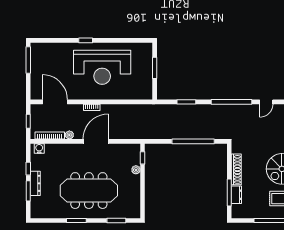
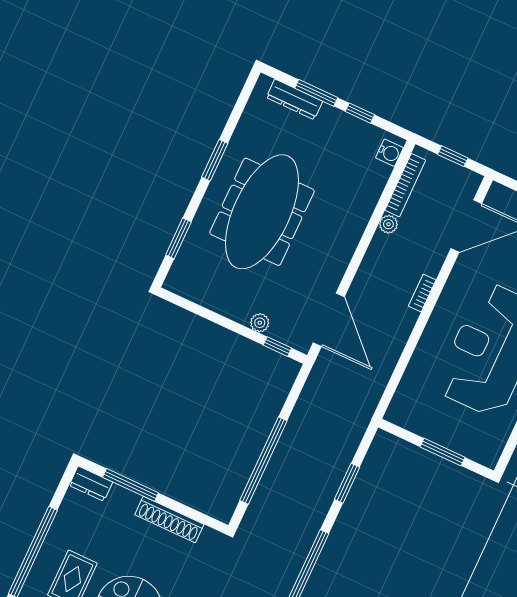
door: (96, 141) -> (329, 320), moved
dresser: (35, 183) -> (294, 99), moved
dresser: (236, 195) -> (91, 484), moved

